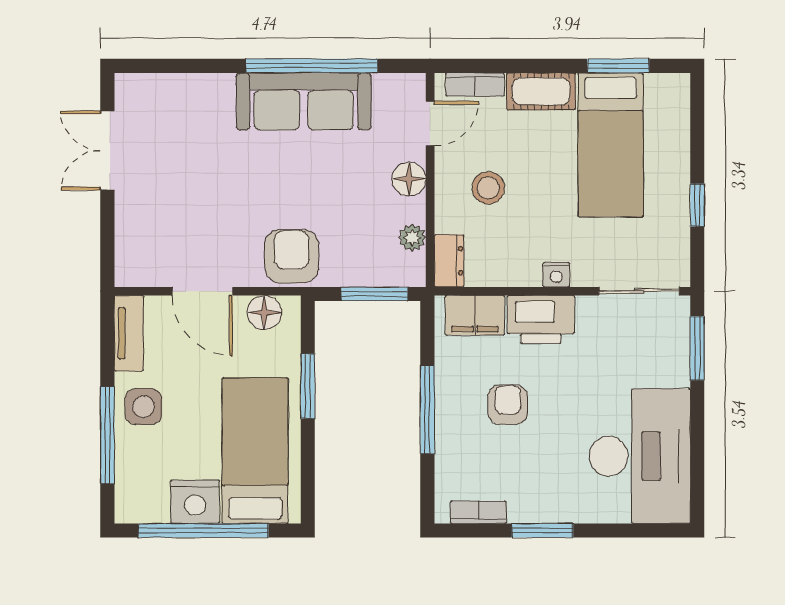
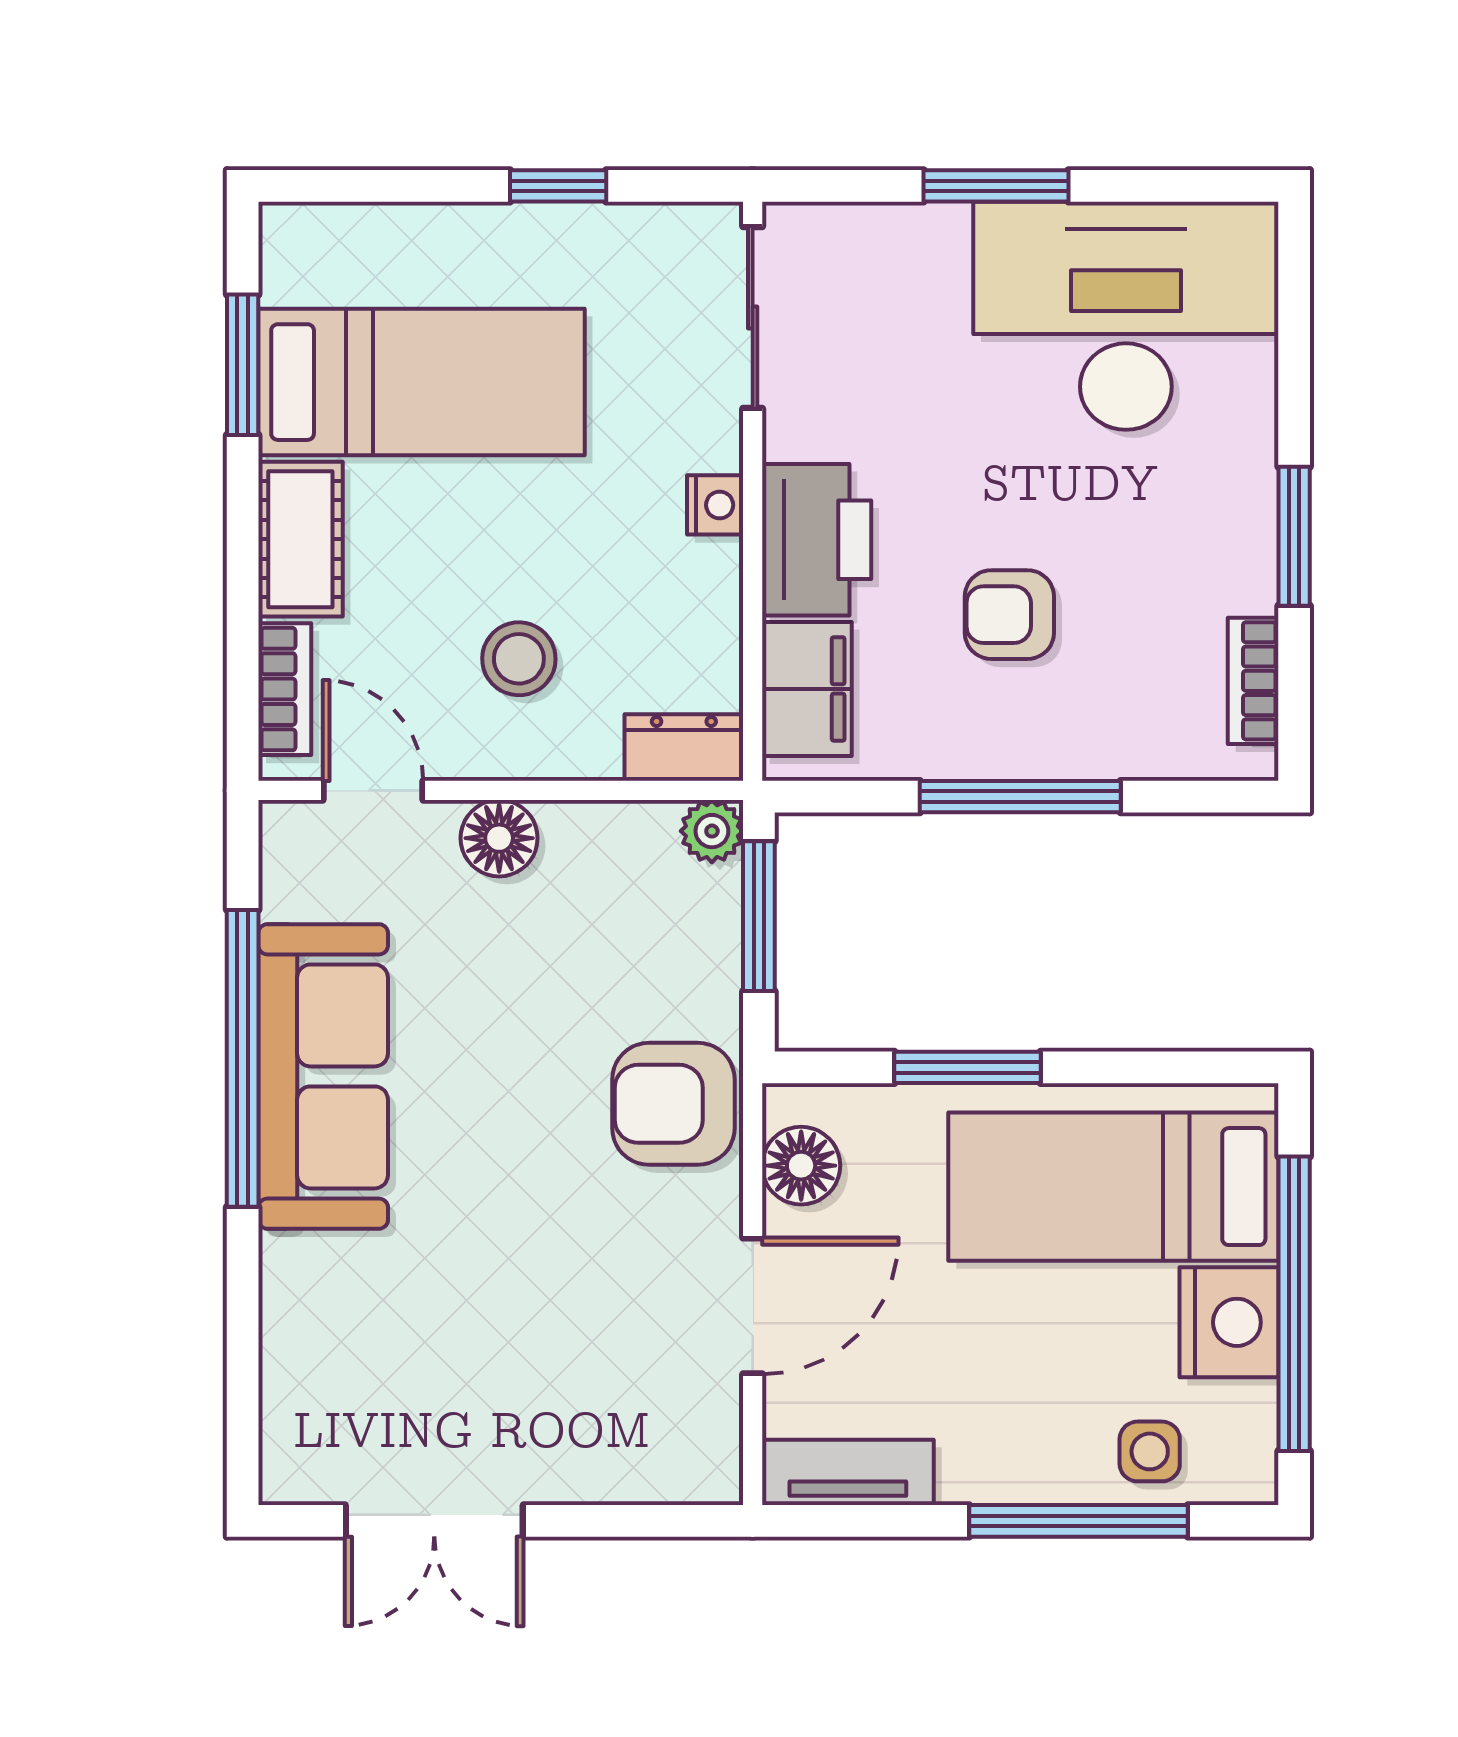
plant: (412, 238) -> (712, 831), moved
window: (697, 348) -> (996, 186), moved
side table: (143, 407) -> (1150, 1451), moved, width x0.73, depth x0.73

